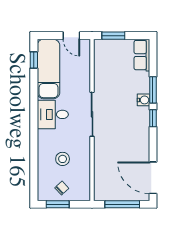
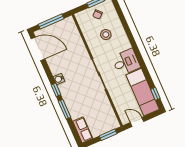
water cooler: (144, 100) -> (59, 79), moved

